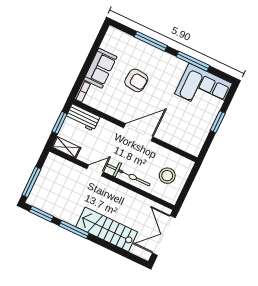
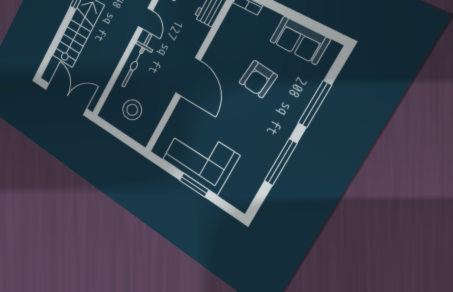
sofa: (100, 68) -> (300, 40), moved
corner sofa: (203, 89) -> (201, 157), moved, turned 90

